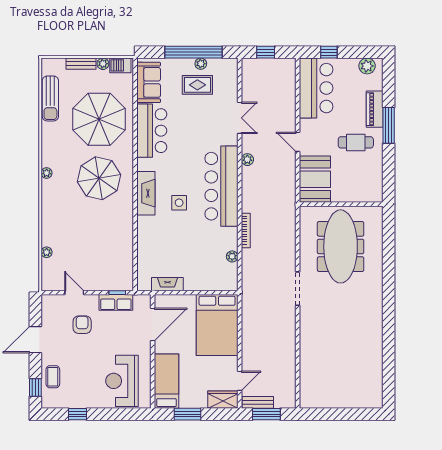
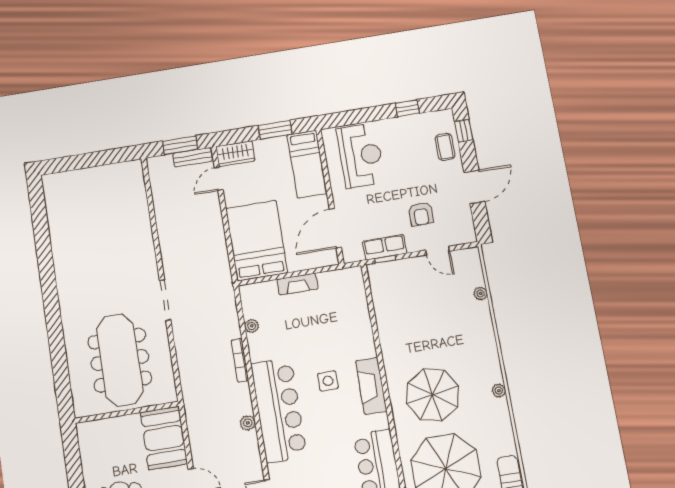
plant: (247, 160) -> (248, 423), moved
fireplace: (167, 284) -> (297, 284), moved

